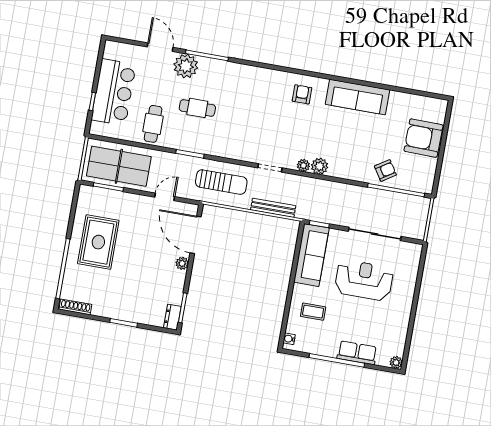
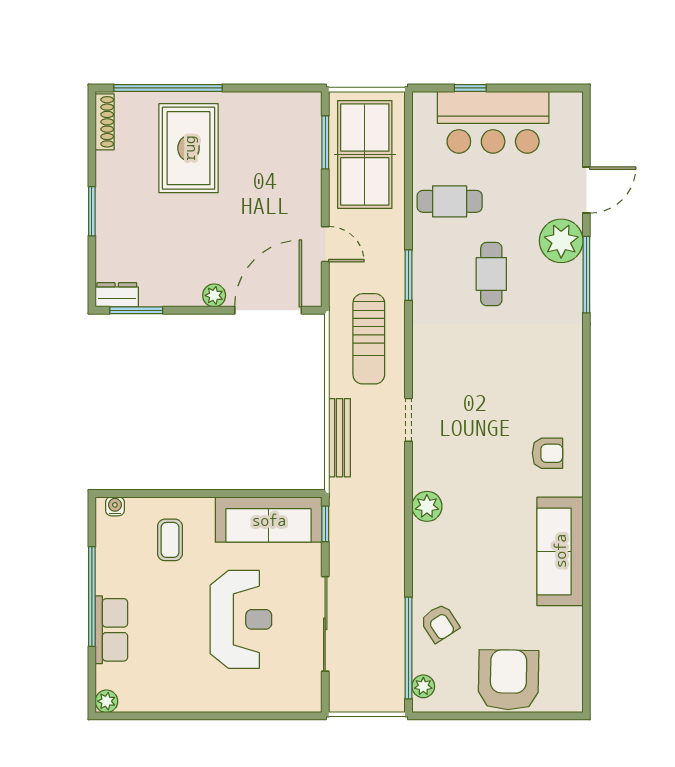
plant: (303, 165) -> (423, 686), moved
rug: (98, 242) -> (189, 148), moved, turned 90

